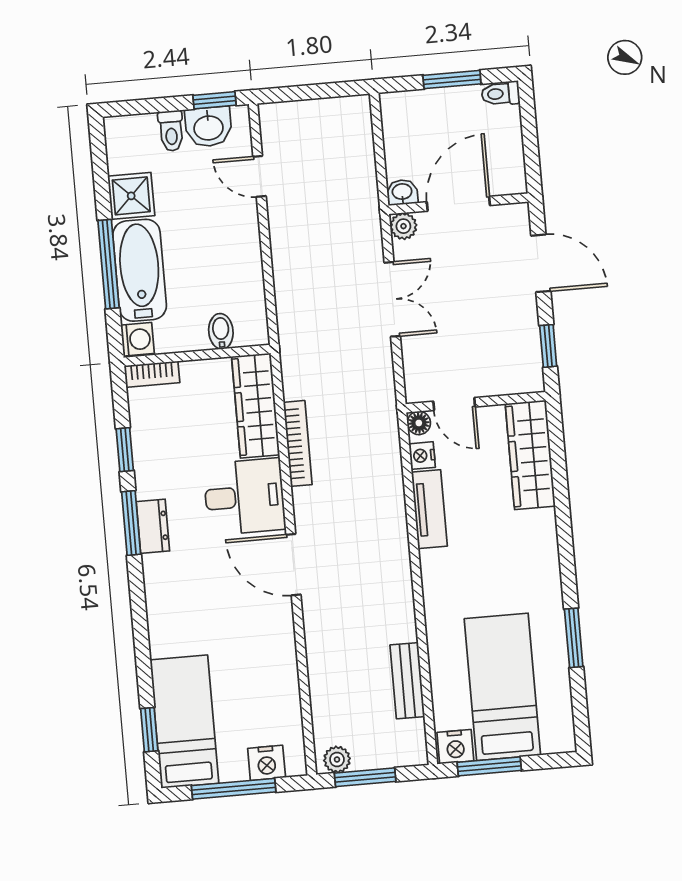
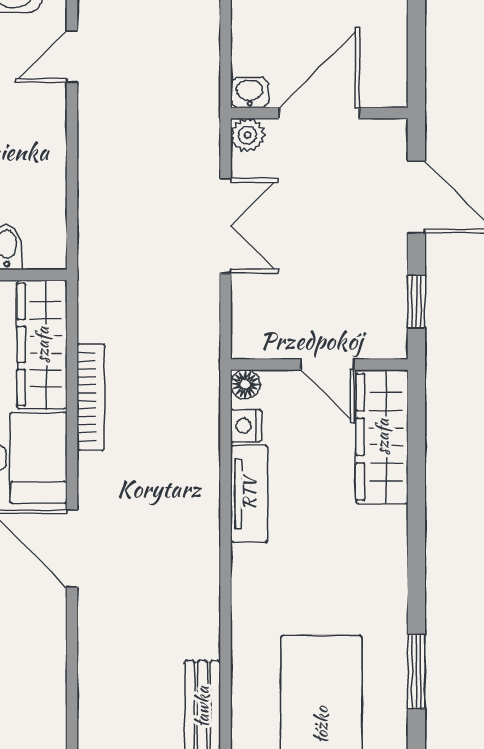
door: (259, 176) -> (72, 57), hinge flipped
door: (454, 404) -> (327, 364), moved

